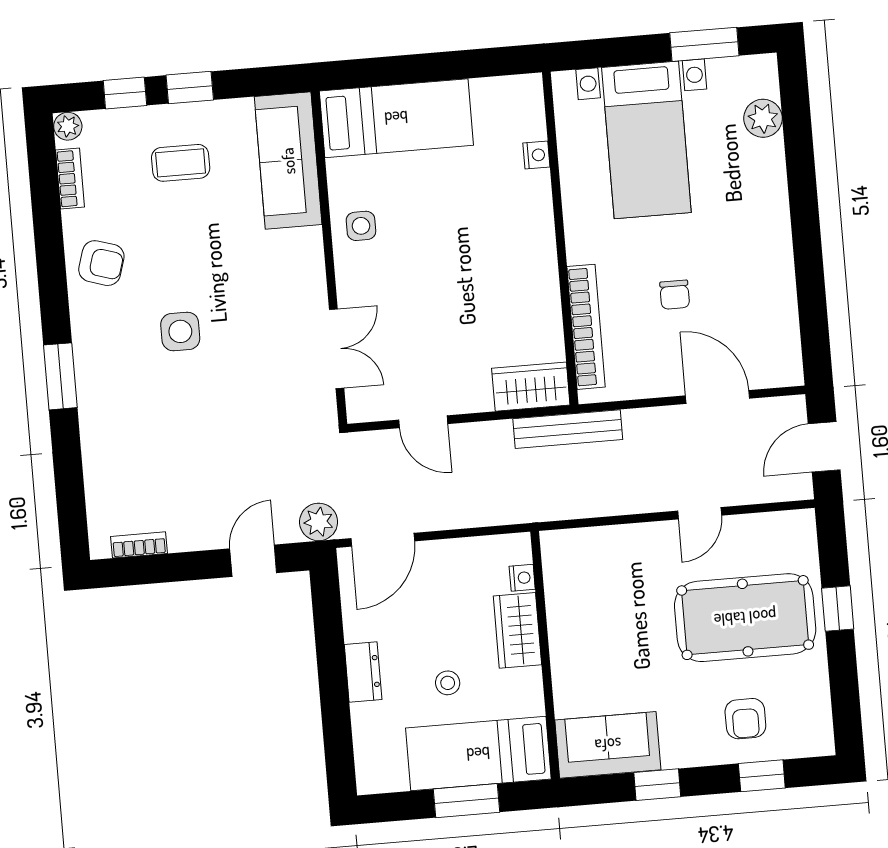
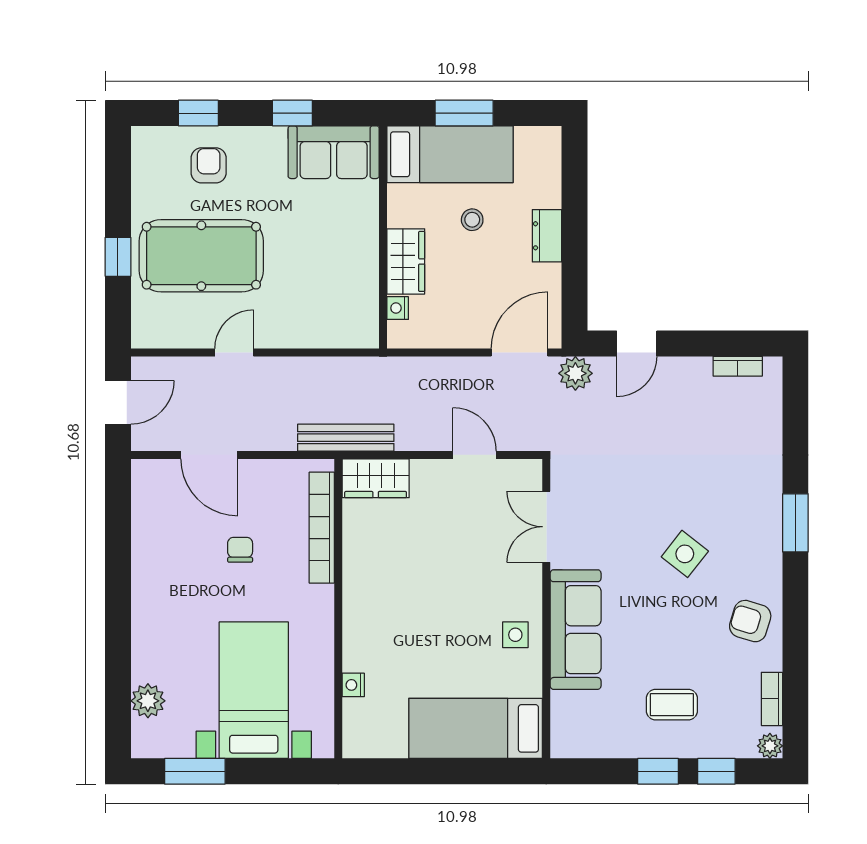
sofa: (288, 161) -> (576, 630), moved
side table: (180, 331) -> (685, 554), turned 38

